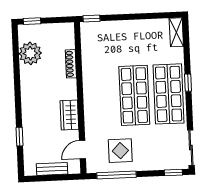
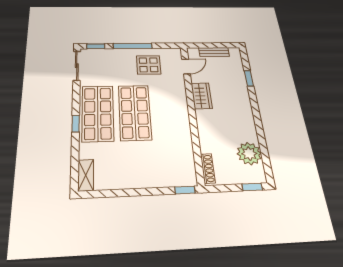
shoe rack: (71, 64) -> (208, 168), moved
window: (117, 175) -> (133, 46), moved

